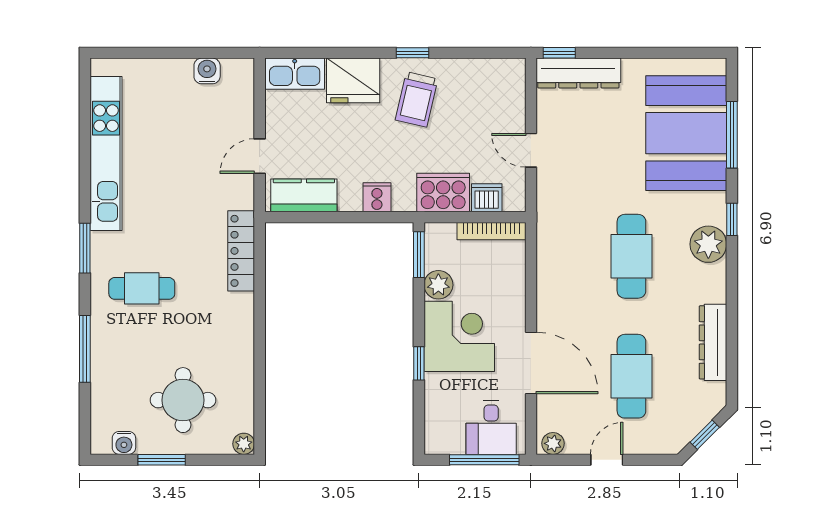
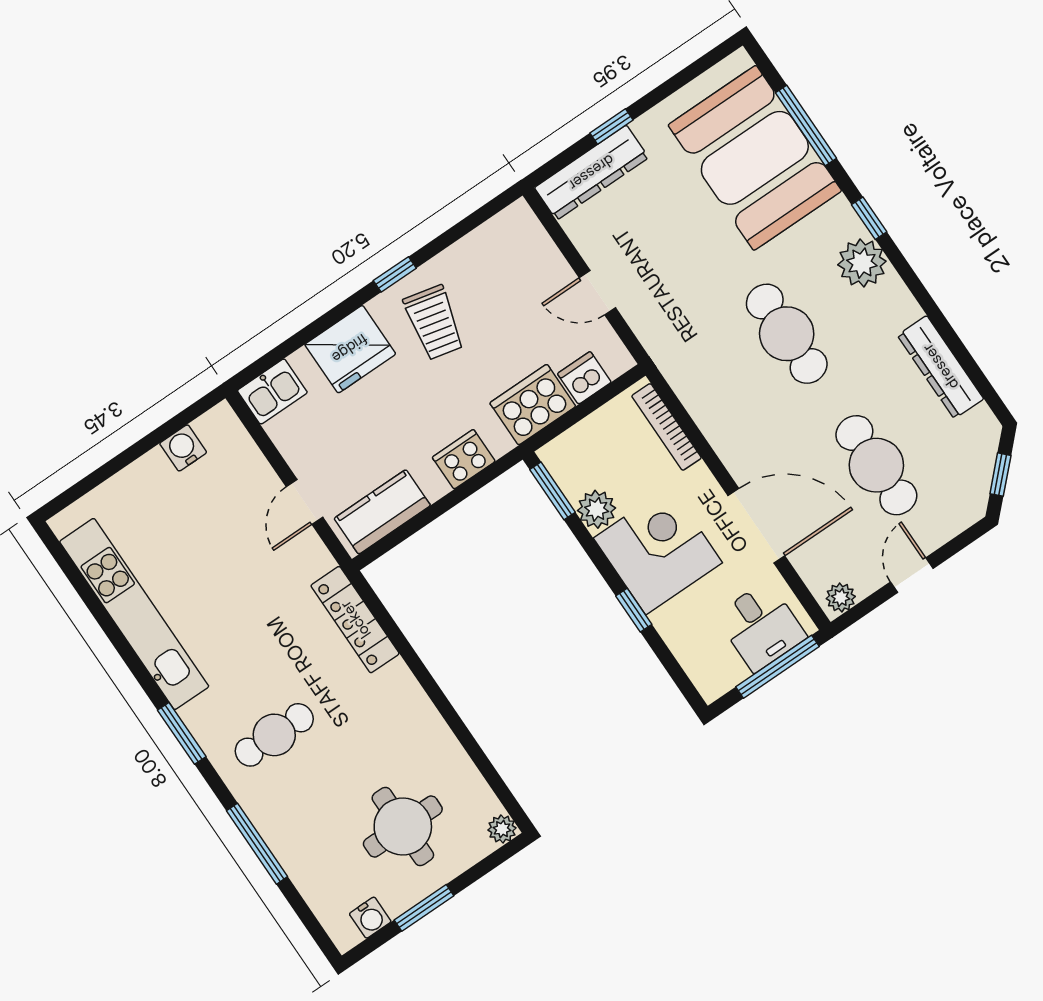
window: (559, 53) -> (611, 127), moved
kitchen sink: (295, 74) -> (272, 391), width x0.73
cooker: (377, 197) -> (464, 459), width x1.36
bookcase: (491, 231) -> (667, 427), moved, turned 90

